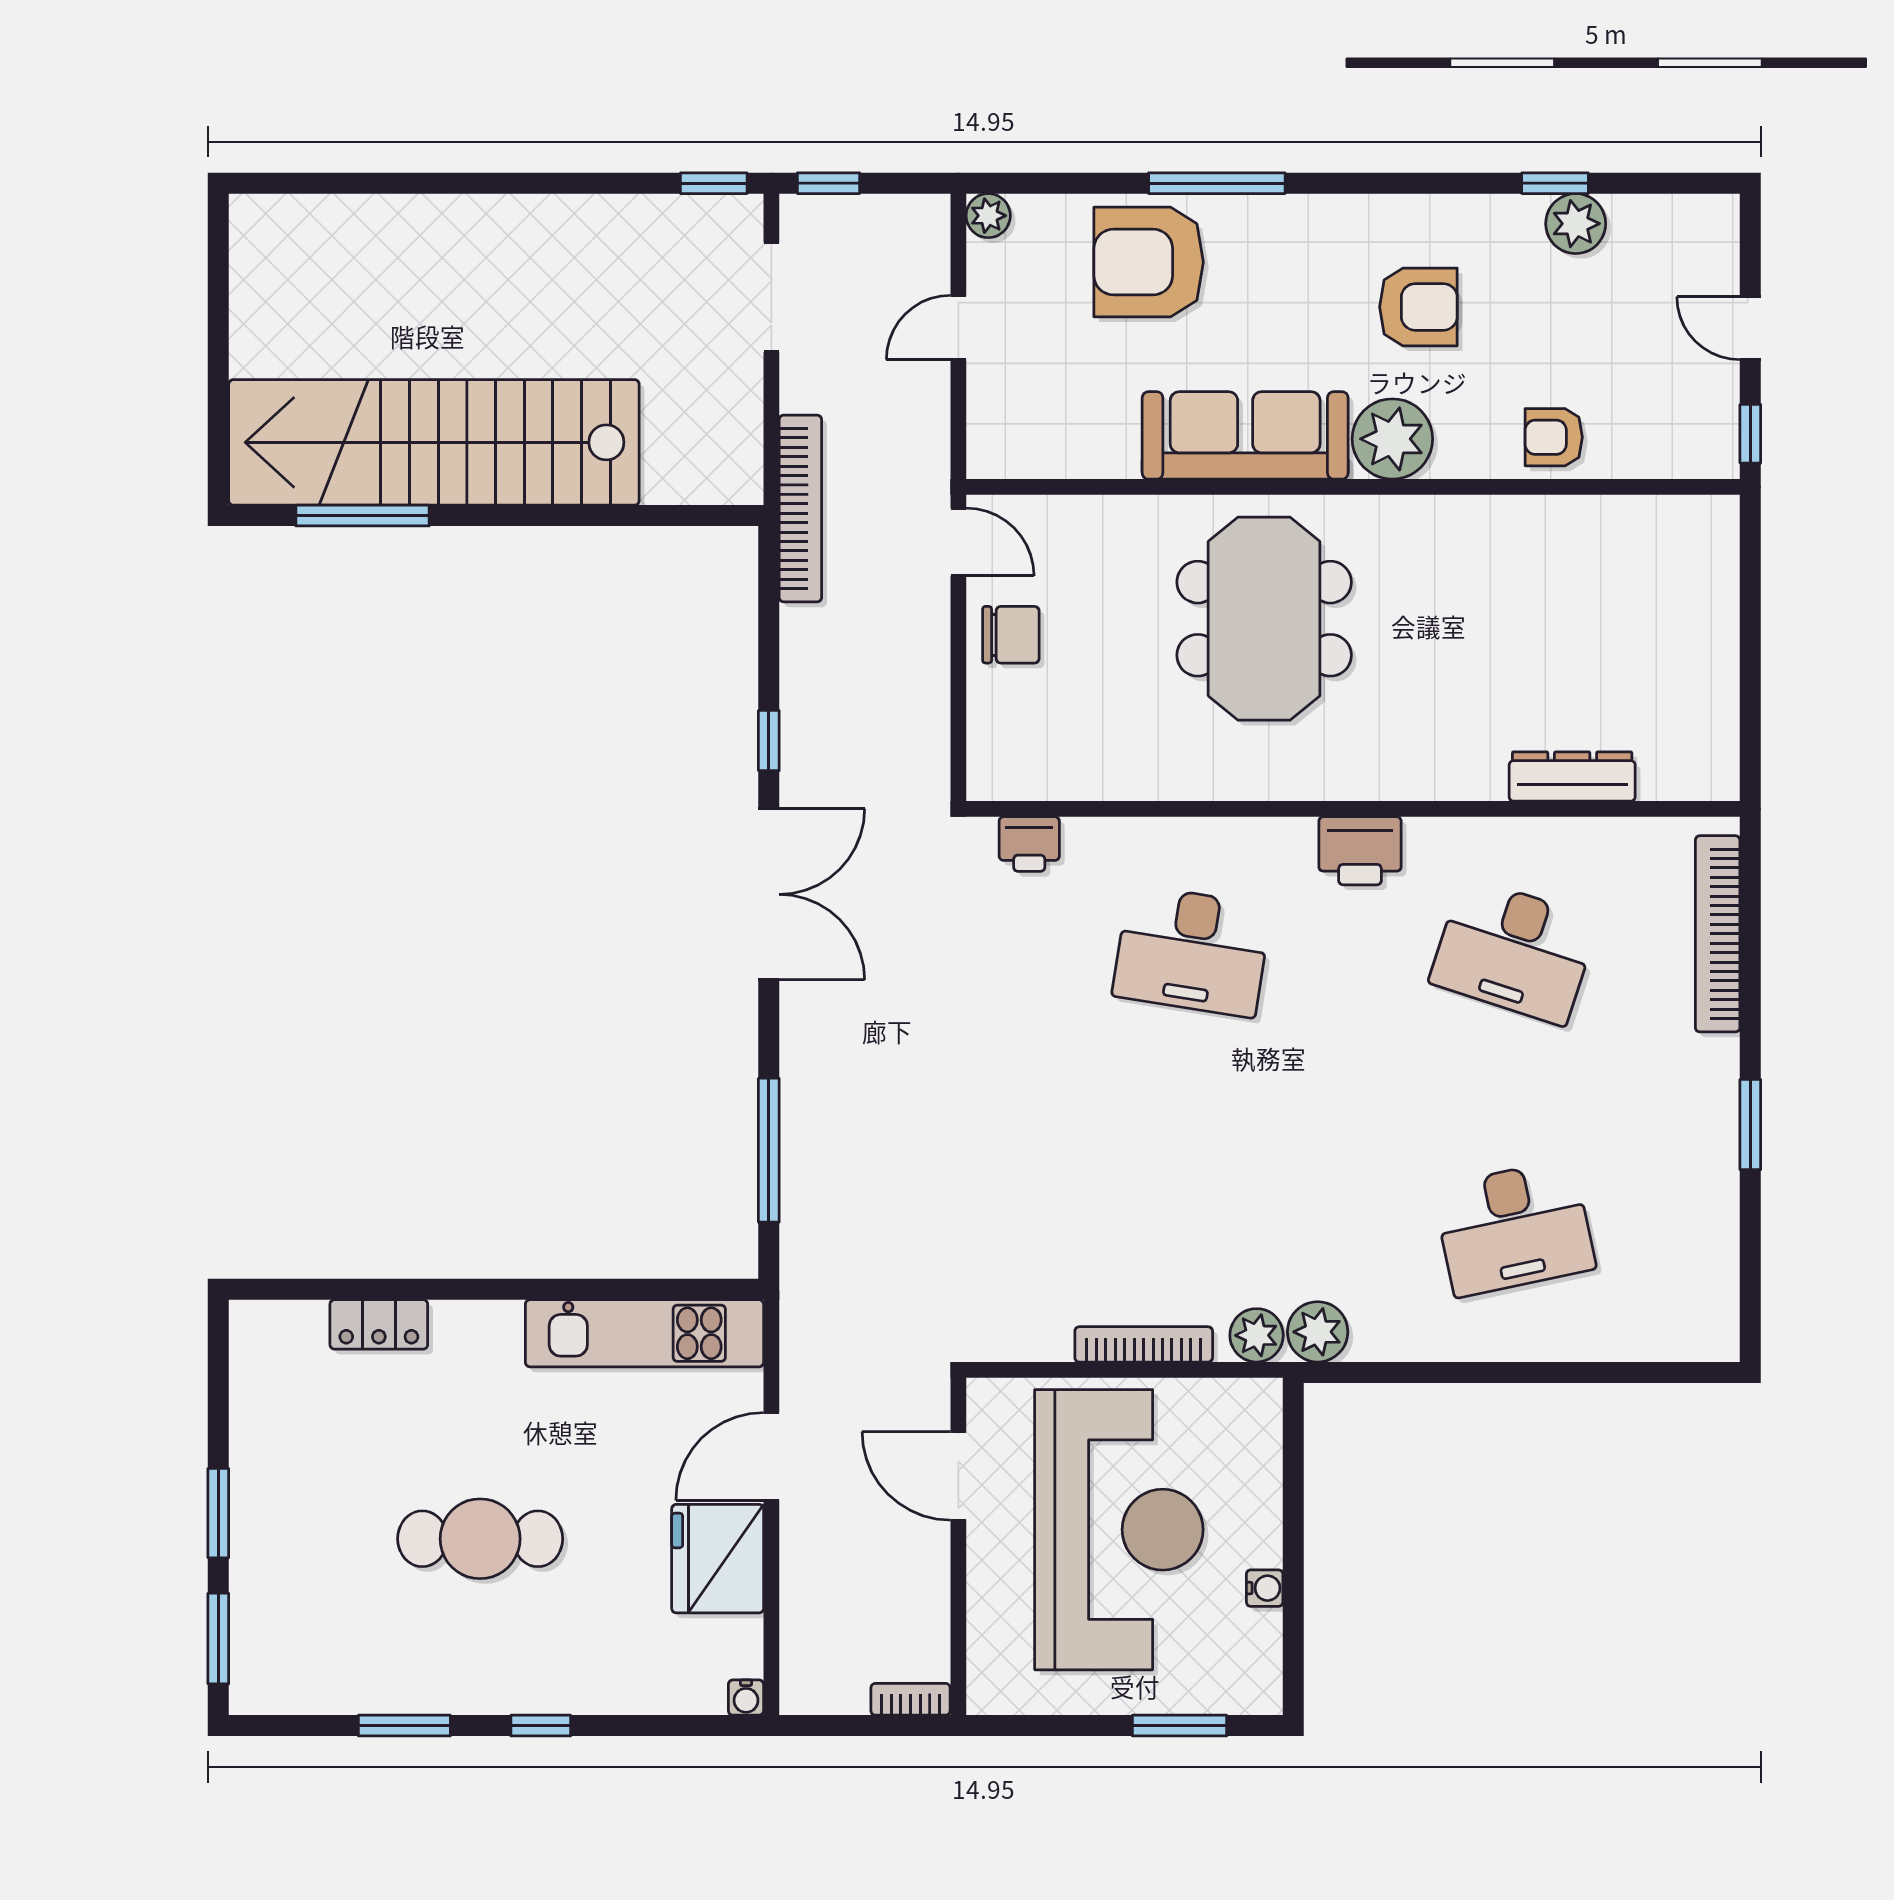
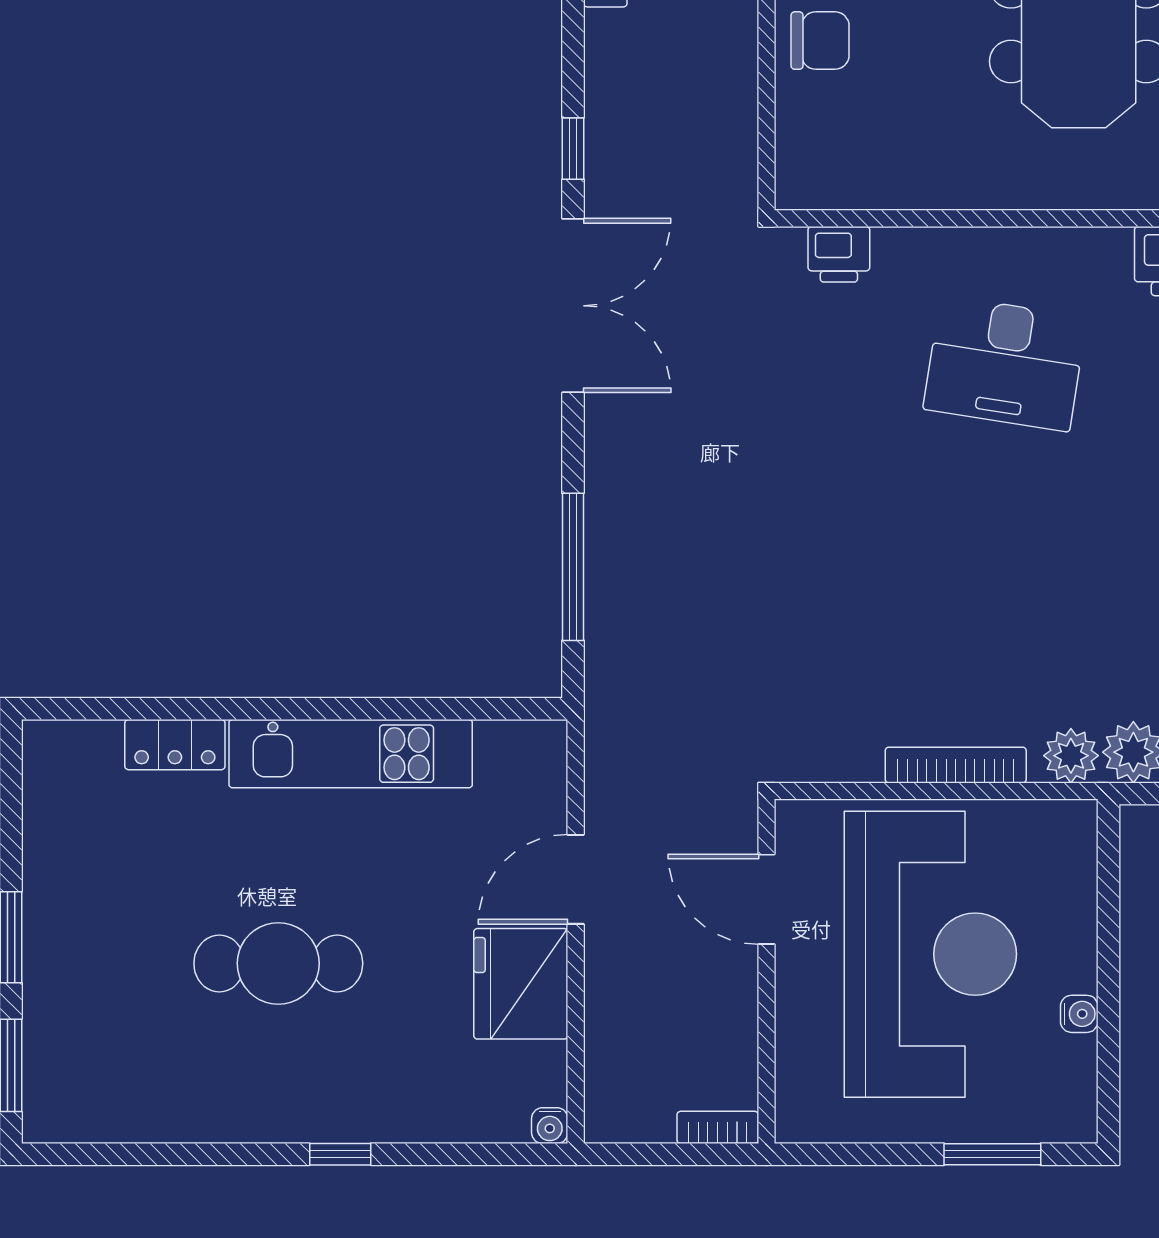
kitchen unit: (644, 1333) -> (351, 754), moved
window: (404, 1726) -> (201, 1154), removed

